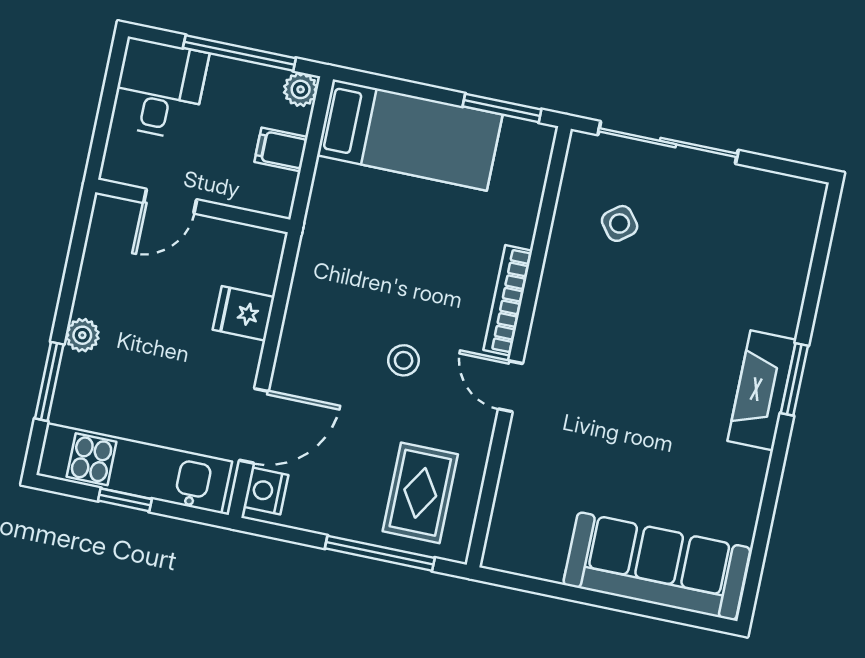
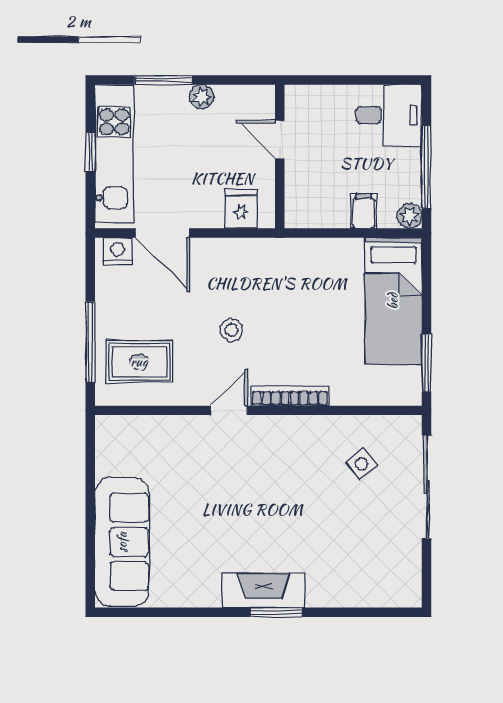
door: (170, 201) -> (280, 140), moved
wall: (193, 206) -> (280, 157), moved

